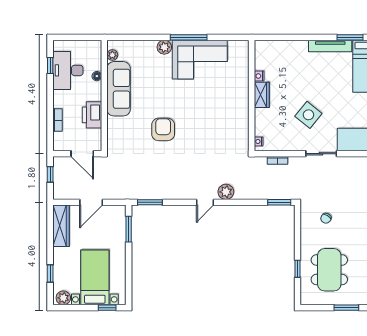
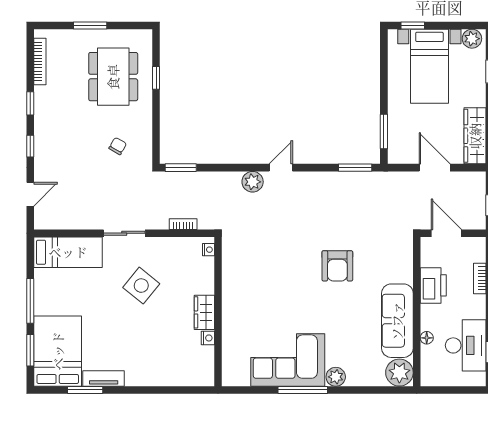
tv unit: (330, 46) -> (104, 378), width x0.71
plant: (112, 55) -> (399, 373), width x1.88, depth x1.88
door: (91, 202) -> (435, 168), hinge flipped

